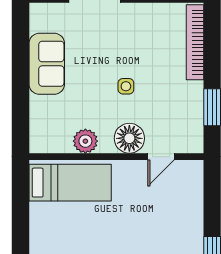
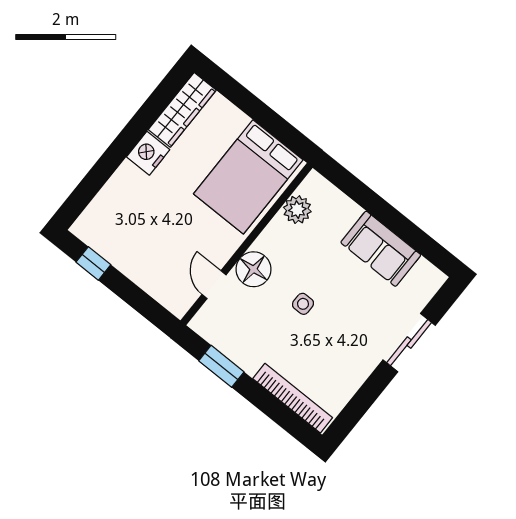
plant: (85, 141) -> (297, 210), moved
bed: (70, 183) -> (248, 177), width x1.50

